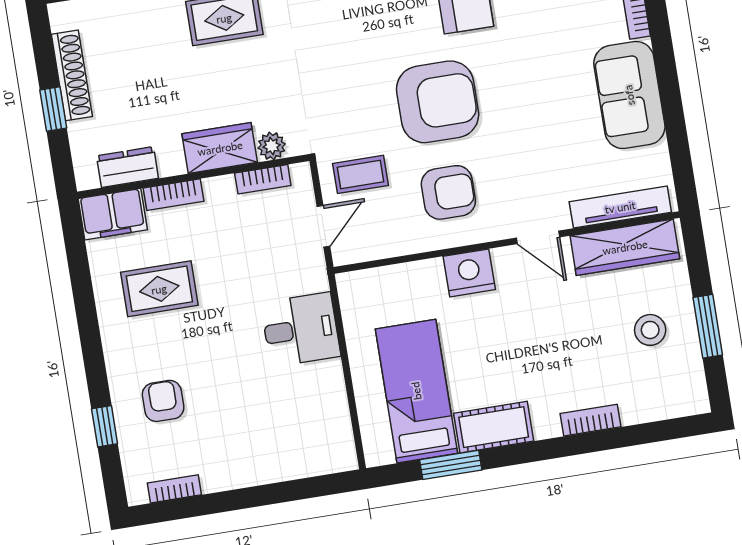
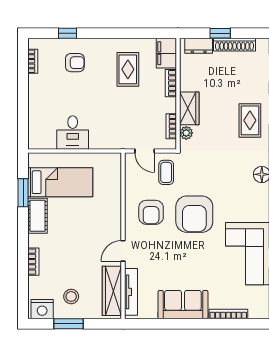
dresser: (127, 167) -> (199, 46), moved, turned 90
nightstand: (469, 273) -> (42, 309), moved, turned 90
desk: (301, 330) -> (73, 133), moved

